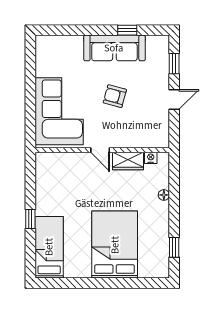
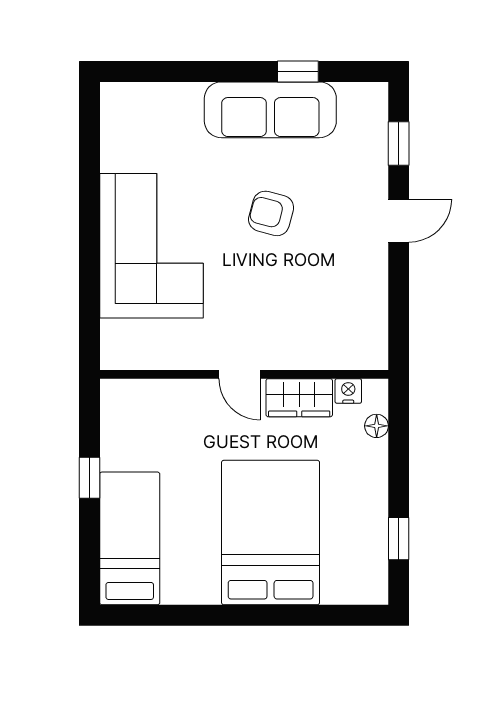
door: (100, 150) -> (240, 374), moved
wall: (102, 150) -> (244, 374), moved
nightstand: (151, 158) -> (348, 391), moved
wardrobe: (128, 161) -> (299, 398), moved

